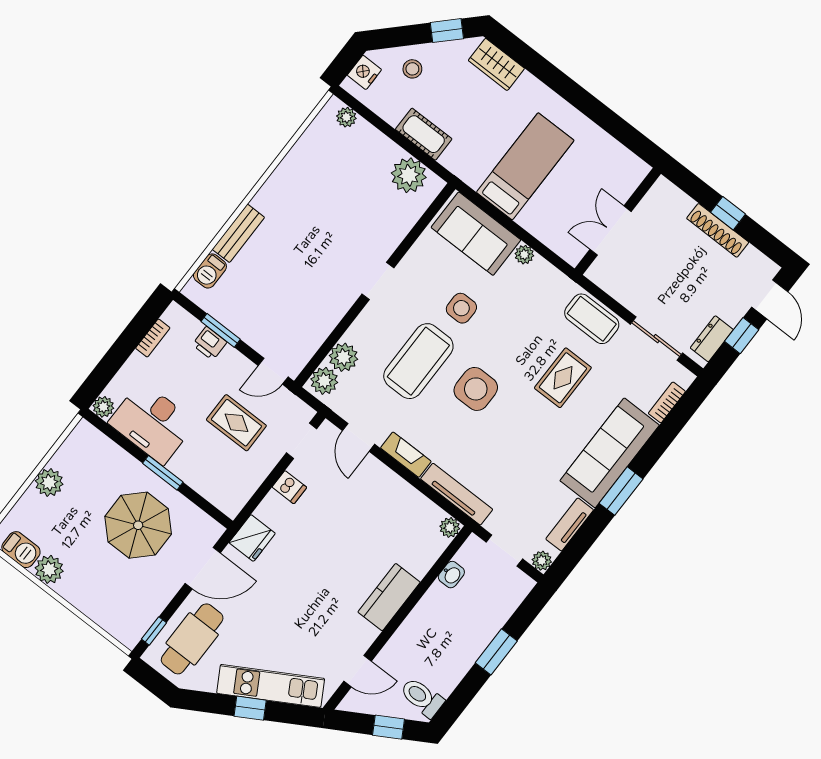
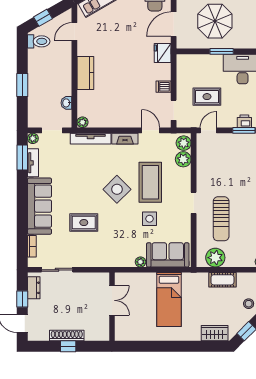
sun lounger: (356, 226) -> (221, 219), added
coffee table: (592, 319) -> (91, 257), removed
rug: (563, 378) -> (84, 223), turned 90
side table: (476, 389) -> (117, 189), turned 45
window: (621, 491) -> (22, 158), moved

